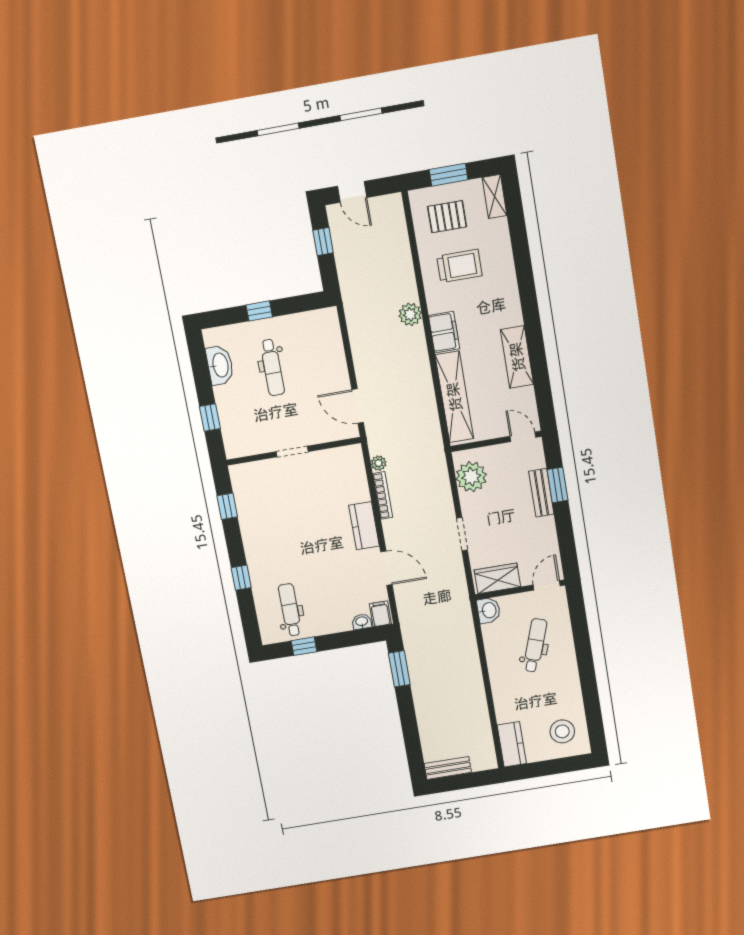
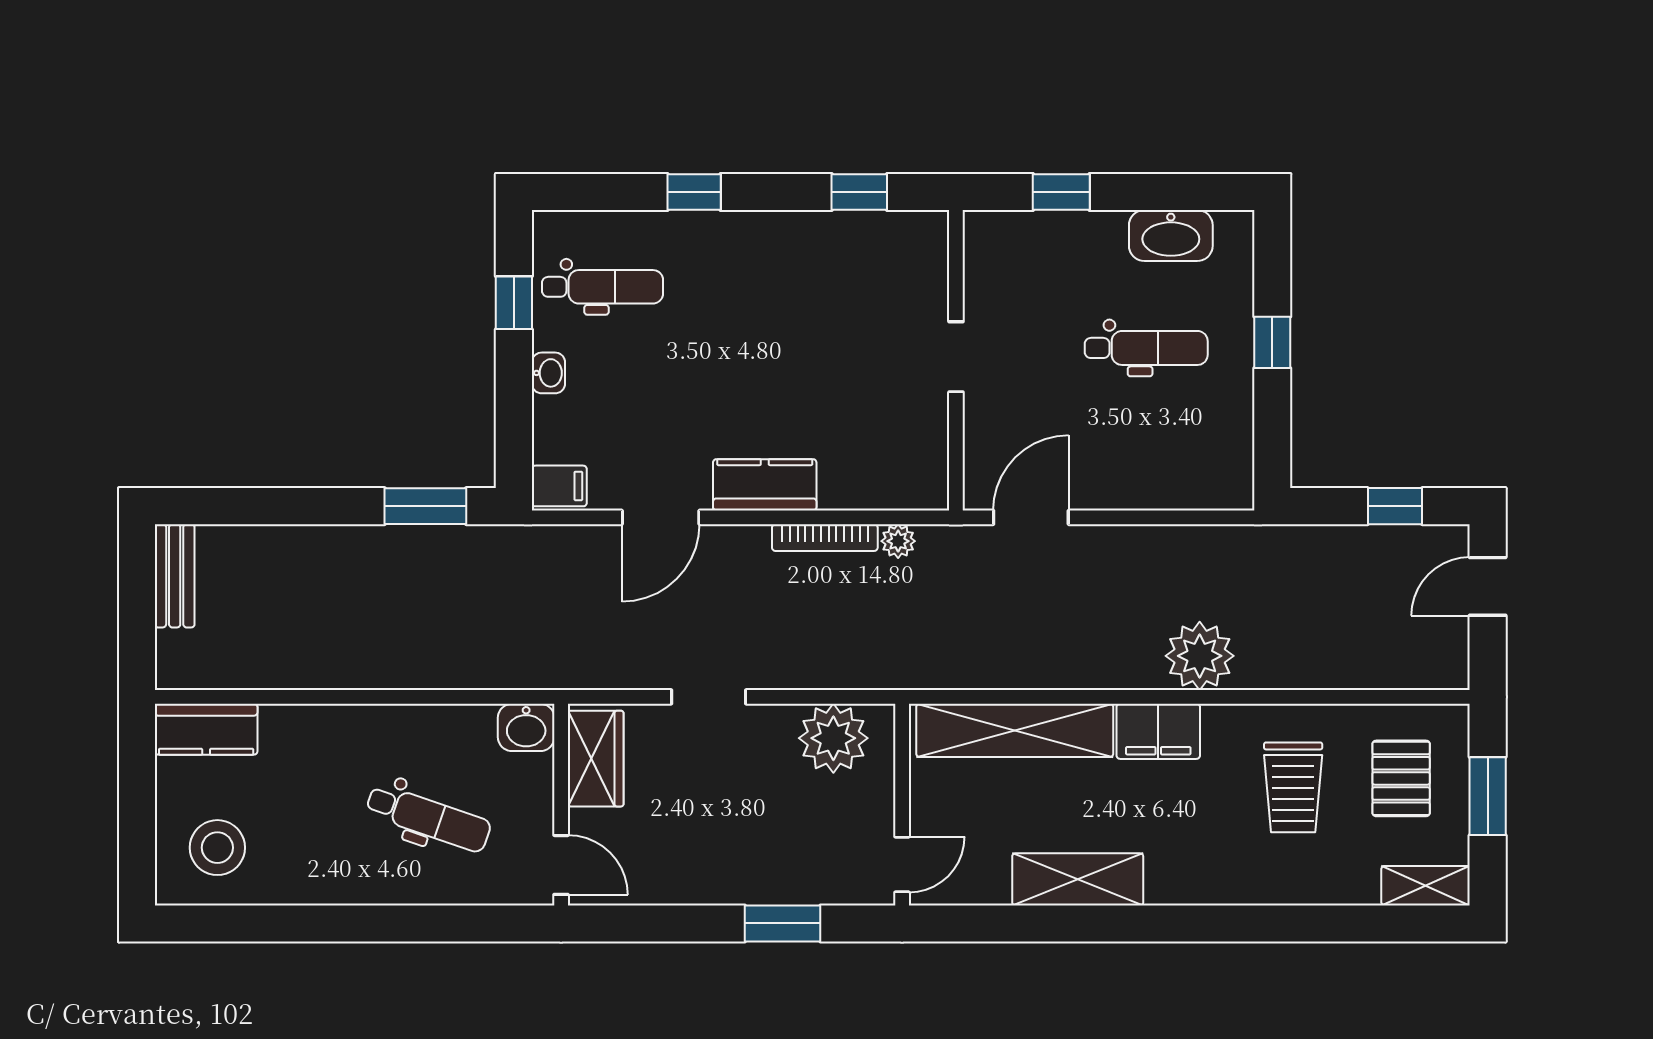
plant: (410, 314) -> (1200, 656), width x1.36, depth x1.36
dental chair: (272, 368) -> (1146, 348), turned 180
bench: (541, 493) -> (771, 885), removed
washbasin: (362, 622) -> (548, 373), moved

